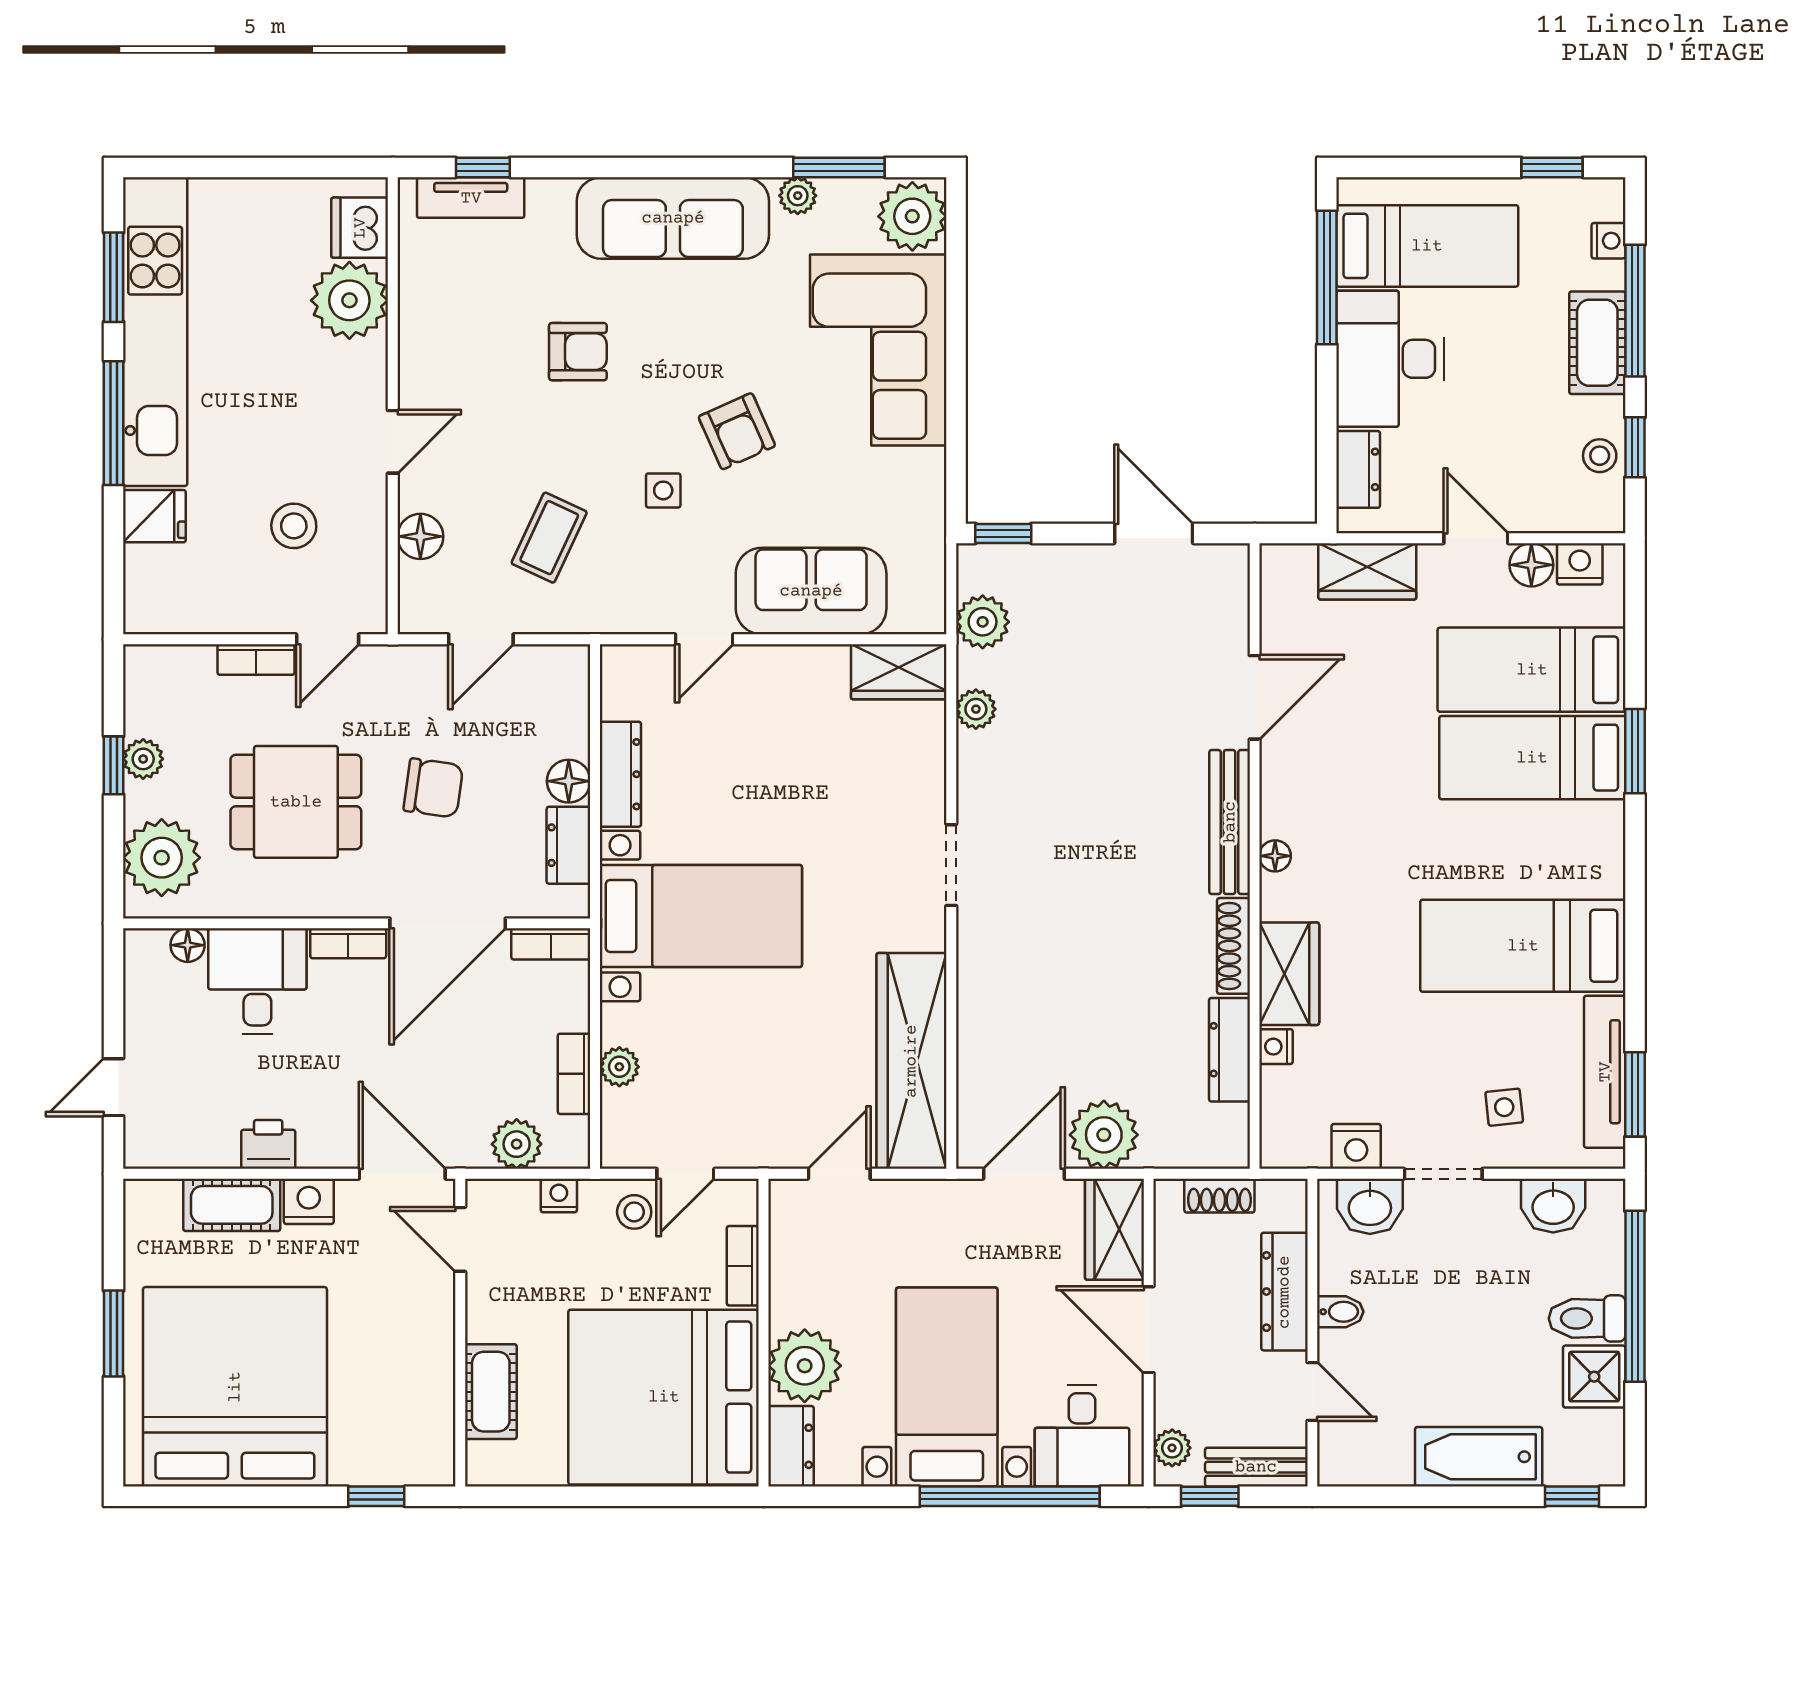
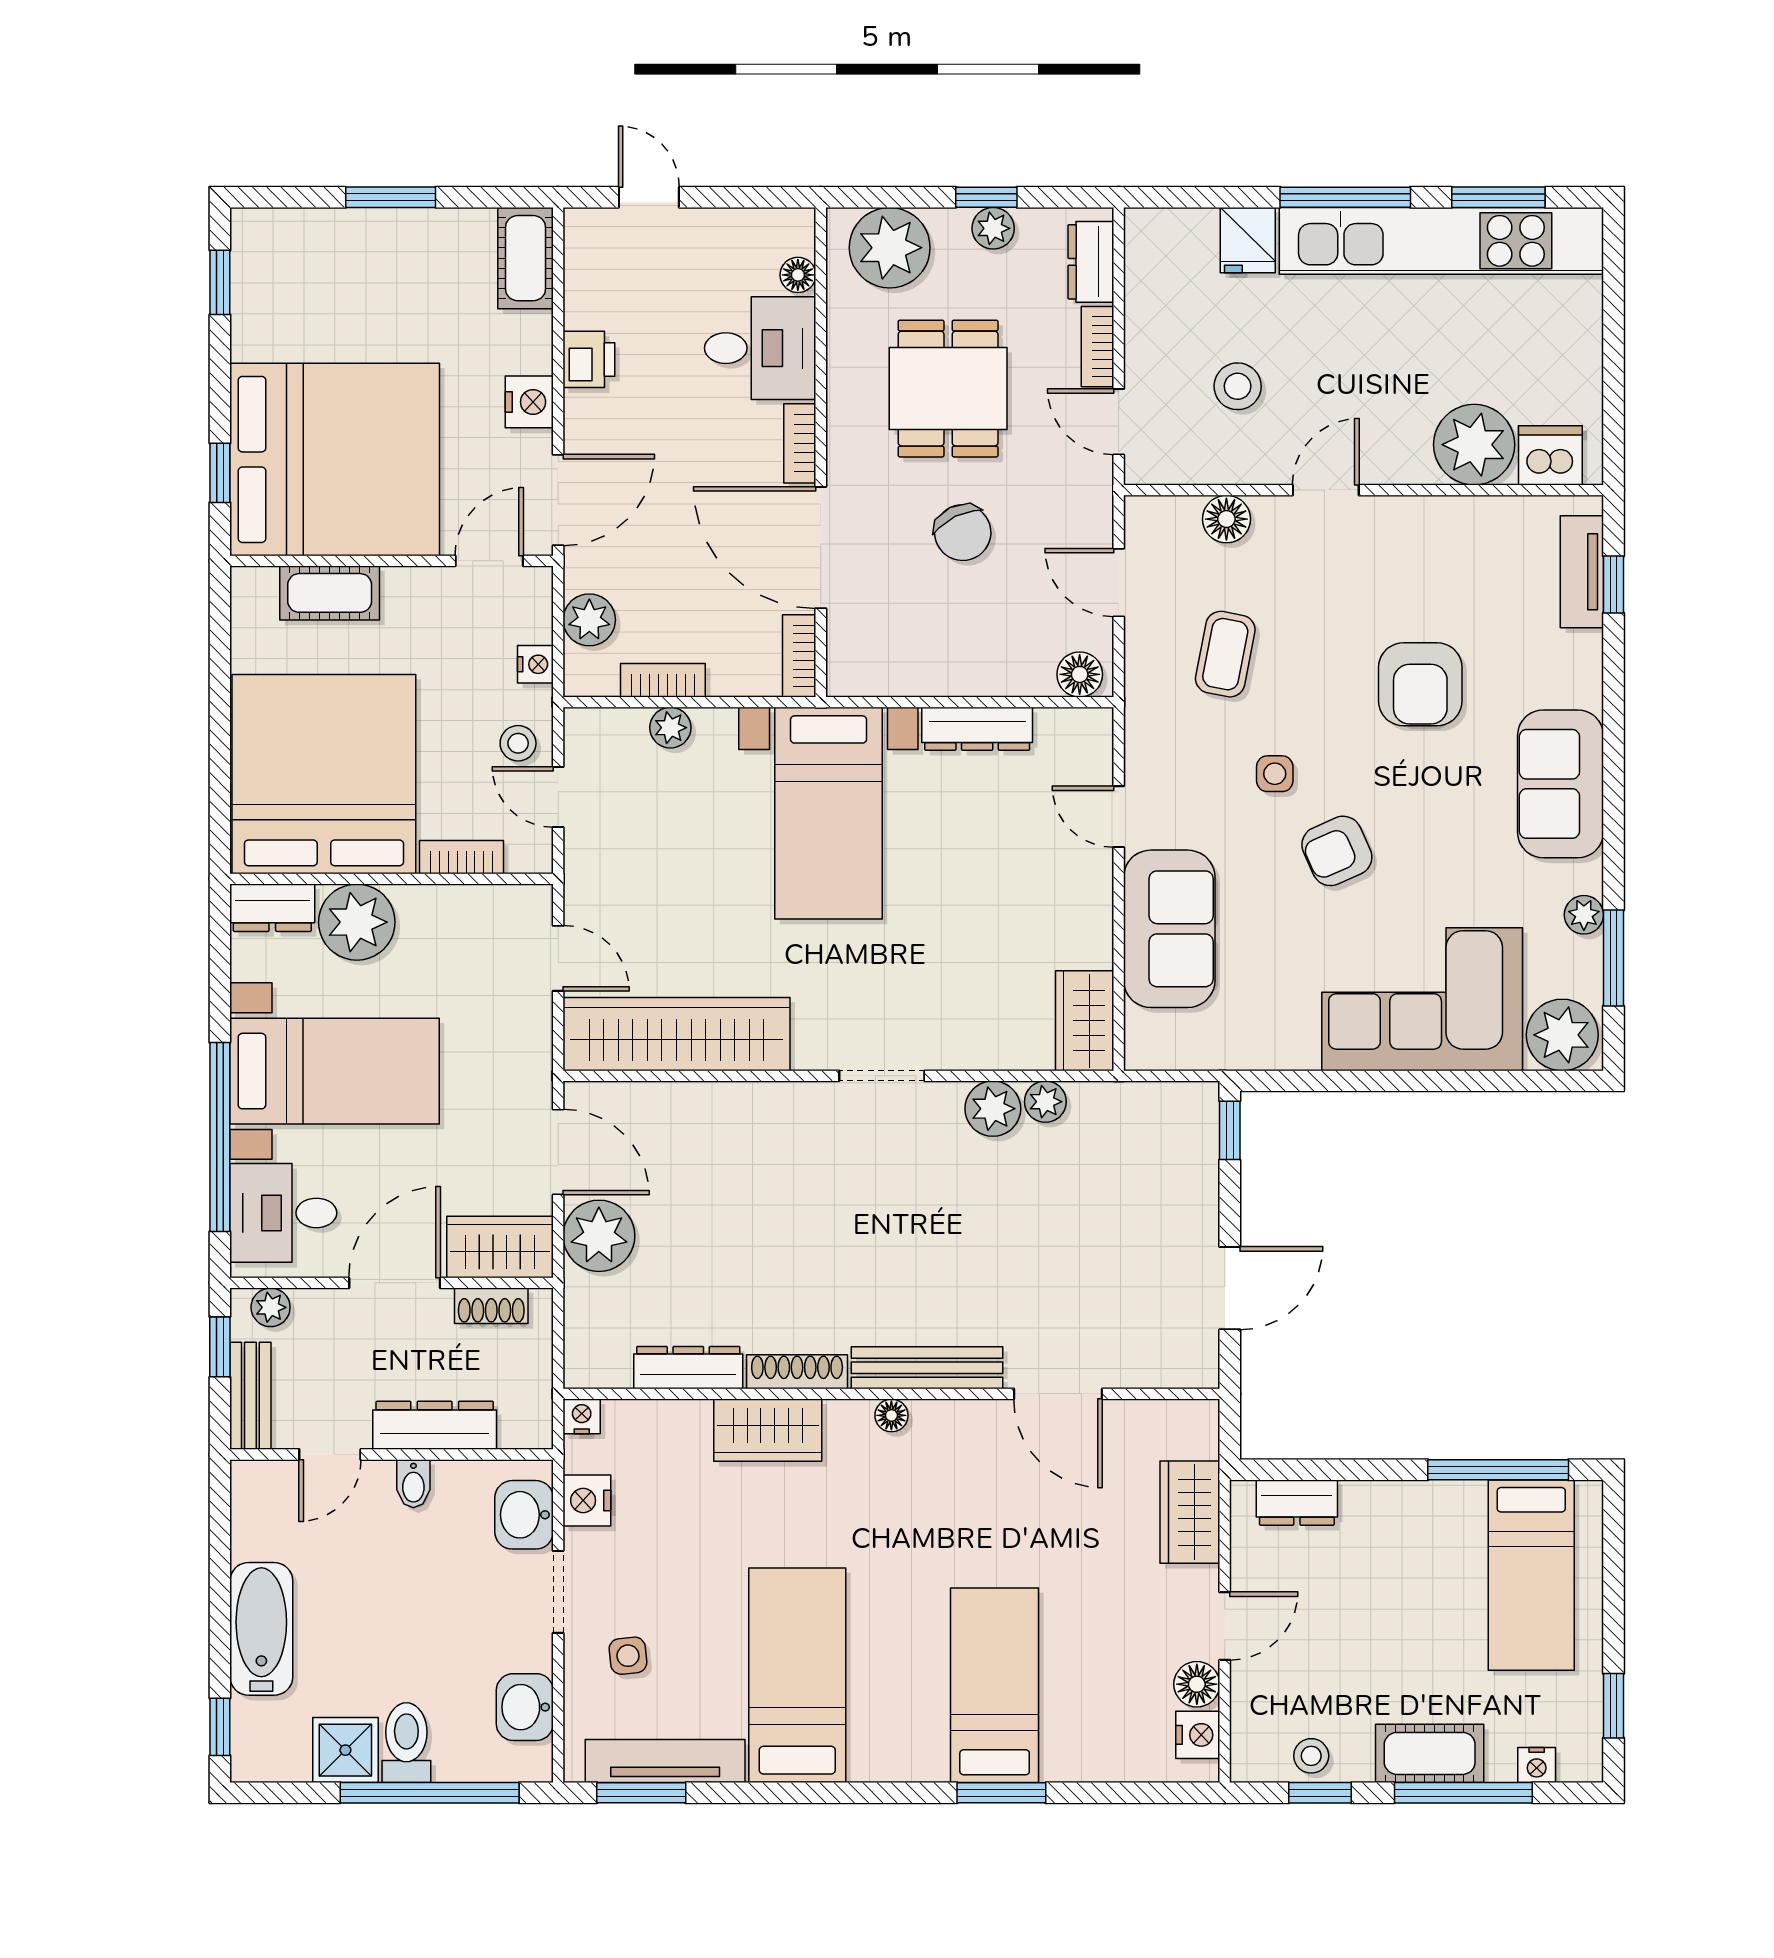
sofa: (673, 218) -> (1561, 784), width x0.73
armchair: (578, 352) -> (1420, 684), width x1.38, depth x1.38
desk: (1390, 359) -> (1413, 1536), removed
door: (393, 442) -> (1326, 490), swing flipped
coffee table: (549, 538) -> (1225, 654), turned 76
plant: (983, 622) -> (993, 1109), moved
bed: (1532, 670) -> (1087, 1684), removed
floor lamp: (569, 781) -> (1080, 674), moved
chair: (433, 788) -> (963, 533), turned -34
dresser: (568, 845) -> (1091, 262), moved, turned -90
nightstand: (1276, 1047) -> (582, 1416), moved
shoe rack: (1219, 1196) -> (491, 1306), moved, turned -90
cot: (232, 1205) -> (526, 258), moved
bed: (235, 1387) -> (335, 459), moved
window: (195, 1496) -> (220, 282), added

